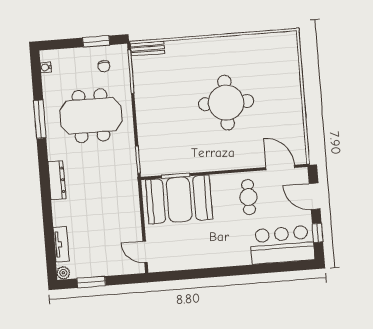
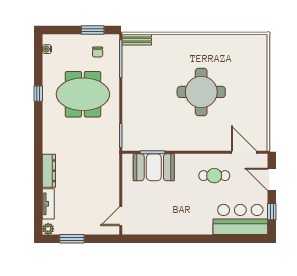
window: (40, 119) -> (38, 94), width x0.46
dresser: (57, 180) -> (49, 171), moved
cafe table: (248, 197) -> (214, 176), turned 90
booth: (179, 199) -> (154, 167), width x0.73, depth x0.70
door: (145, 252) -> (121, 216), hinge flipped

